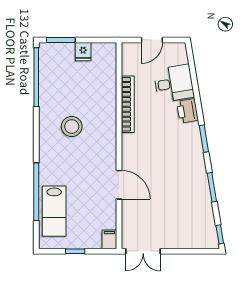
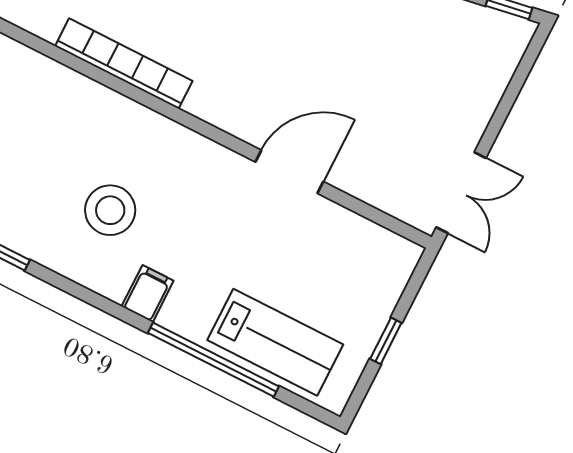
filing cabinet: (109, 239) -> (148, 294), moved, turned 90

